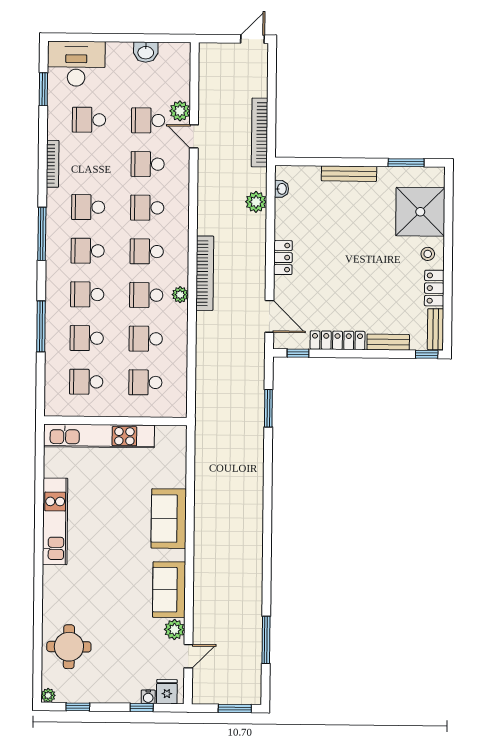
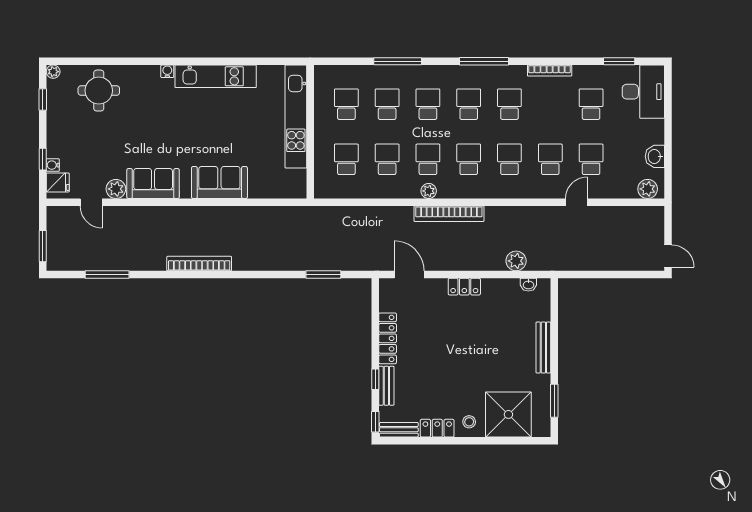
plant: (180, 111) -> (648, 189), moved
bookcase: (260, 133) -> (199, 264), moved
door: (269, 316) -> (409, 275), swing flipped
window: (298, 353) -> (375, 379), moved
water cooler: (49, 573) -> (167, 71), added

